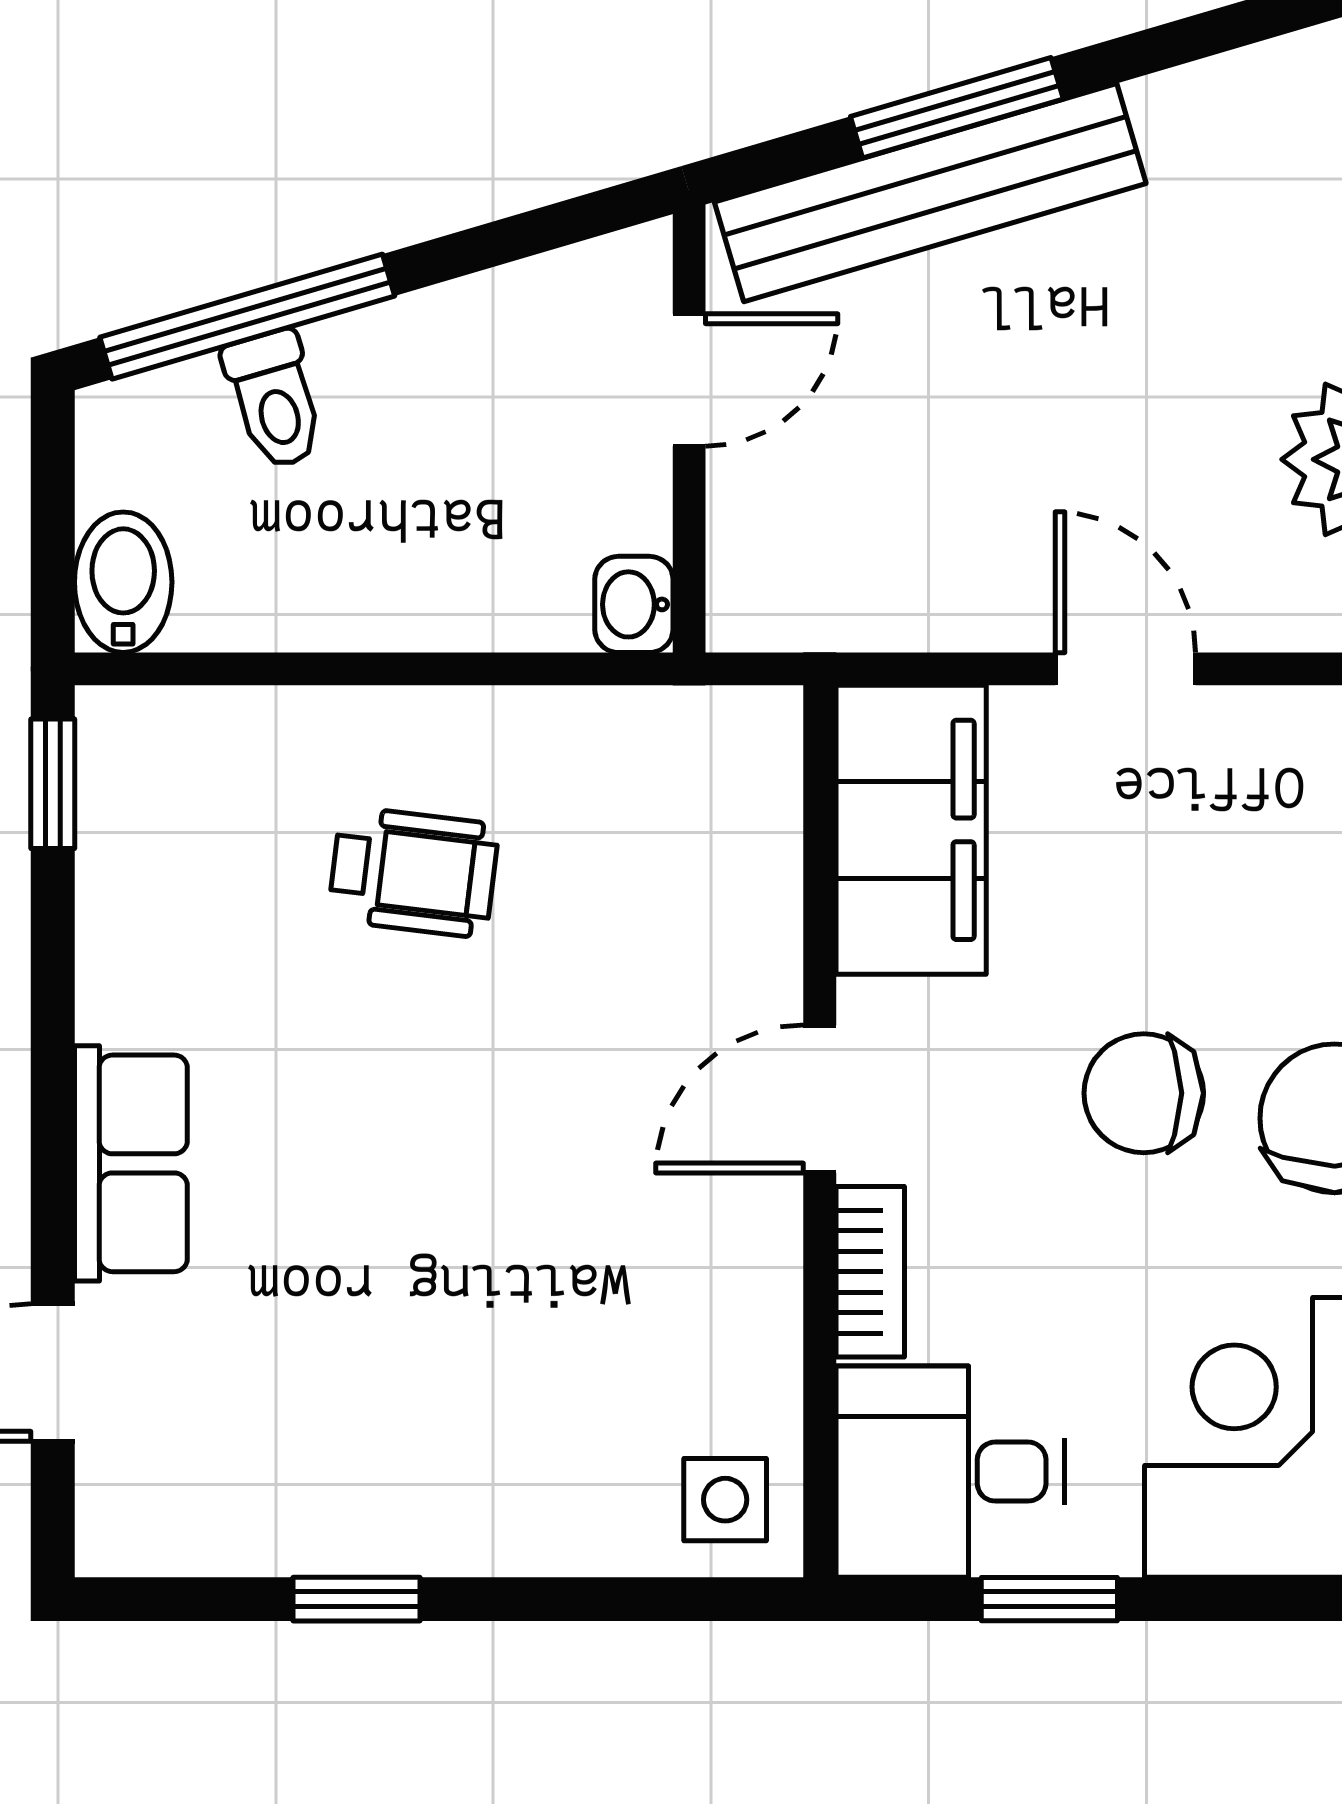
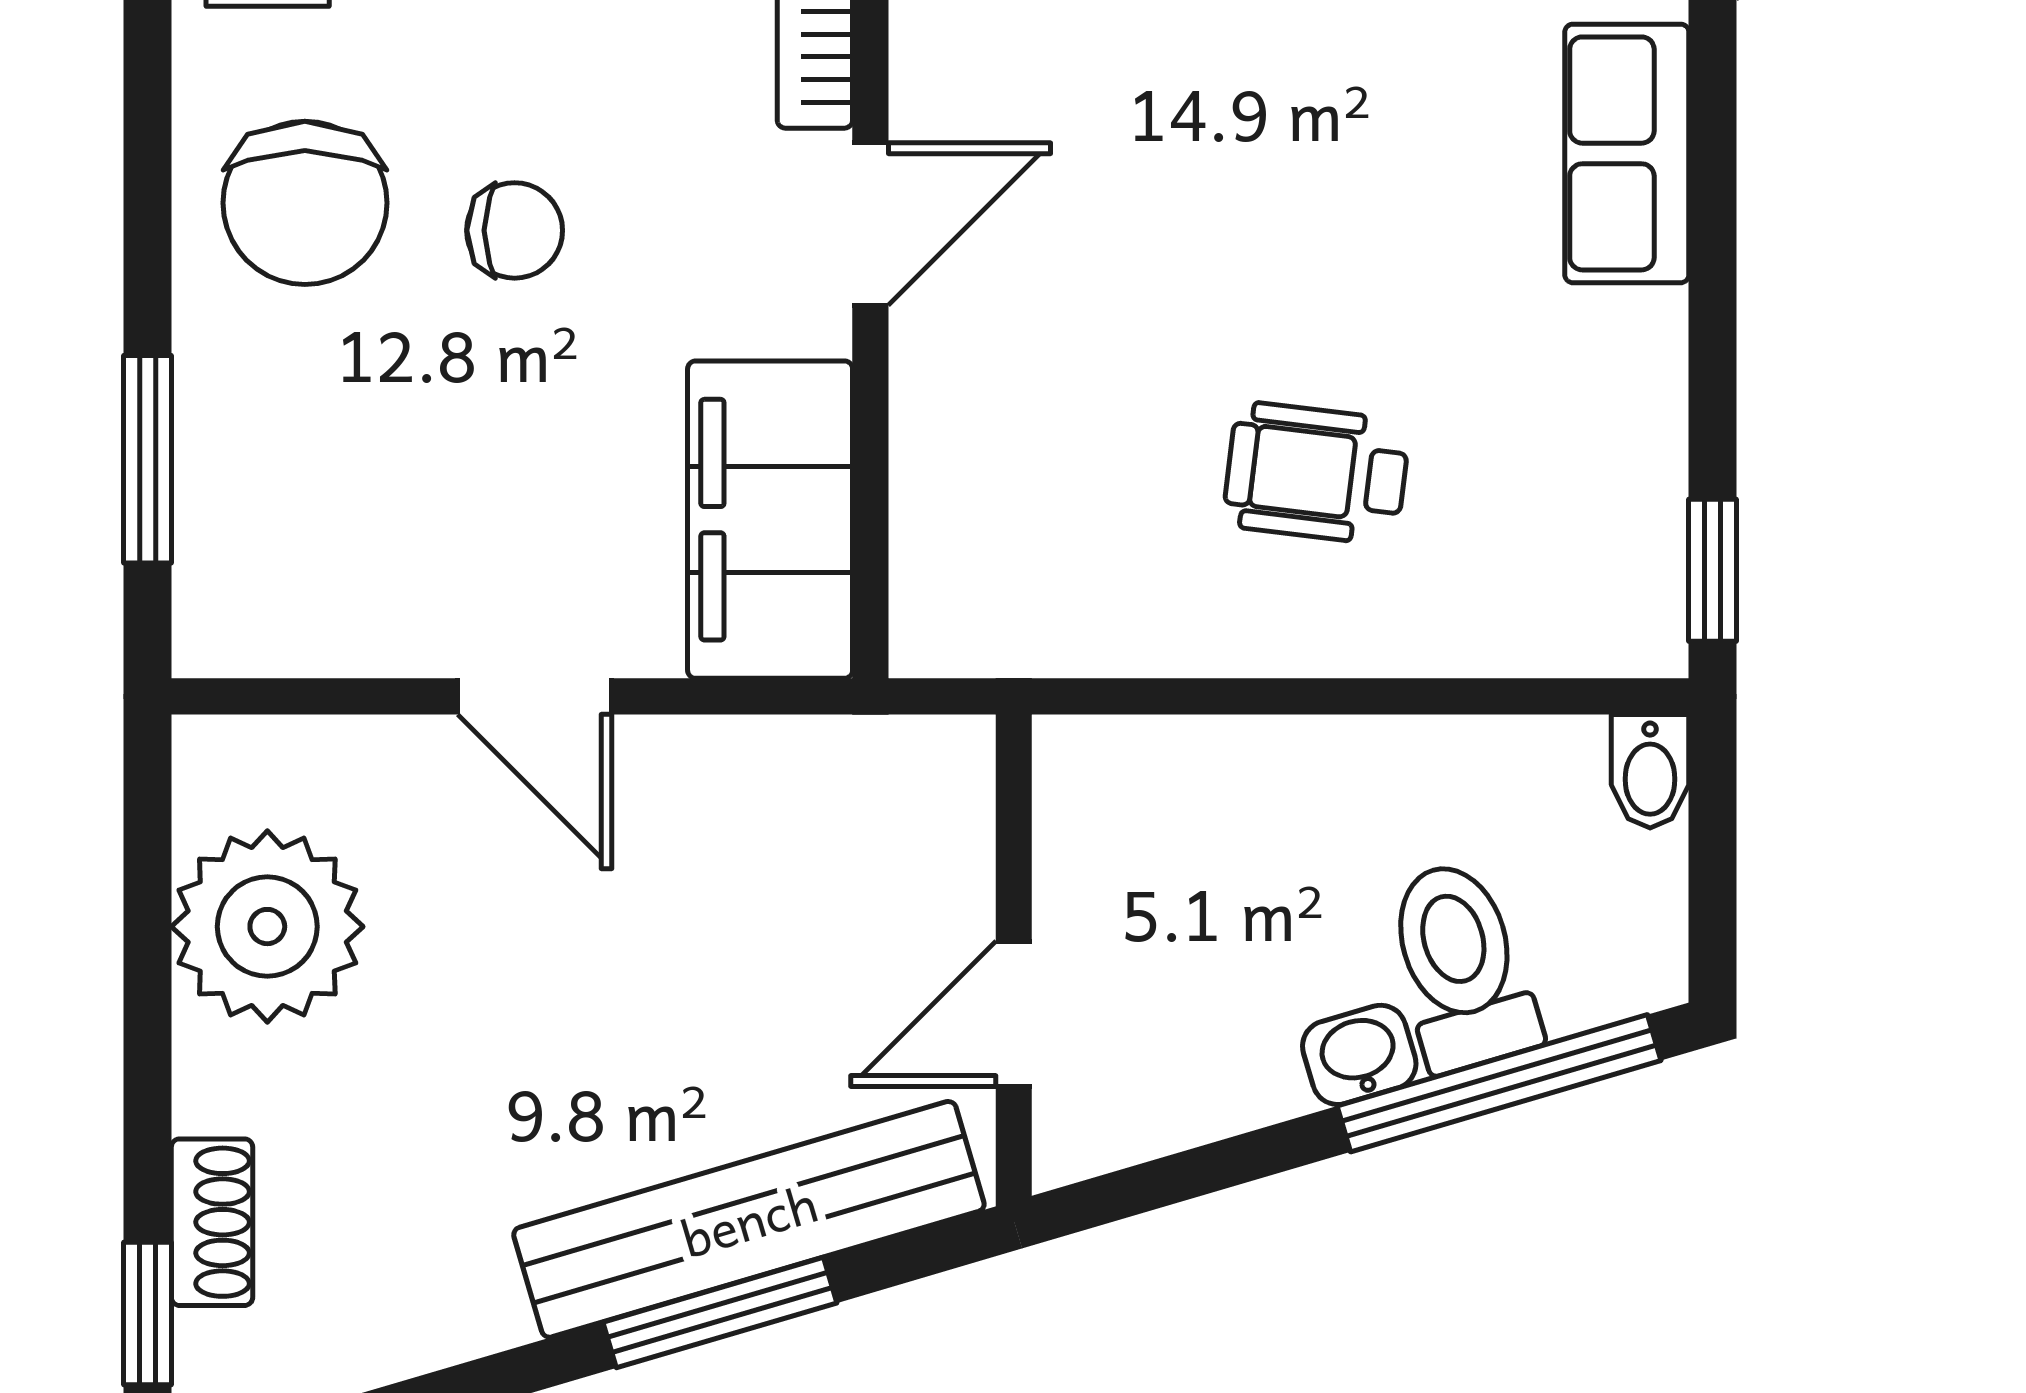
toilet: (275, 399) -> (1461, 966), width x1.37, depth x1.39
bidet: (123, 582) -> (1650, 771), width x0.72, depth x0.74
washbasin: (634, 604) -> (1359, 1055), moved, turned -106
chair: (1144, 1093) -> (515, 230), width x0.73, depth x0.73

